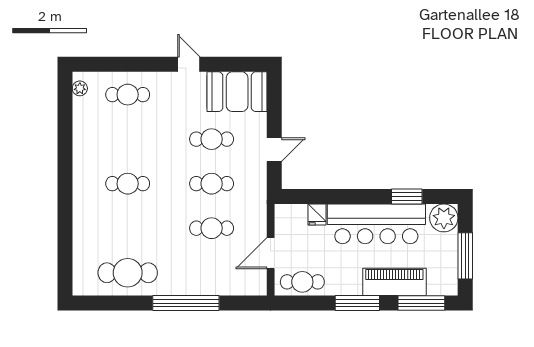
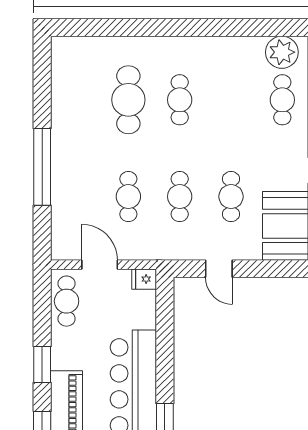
plant: (80, 88) -> (282, 52), width x1.88, depth x1.88
fridge: (317, 214) -> (144, 279), moved
cafe table: (128, 273) -> (128, 100), moved
window: (357, 303) -> (42, 365), width x0.69

